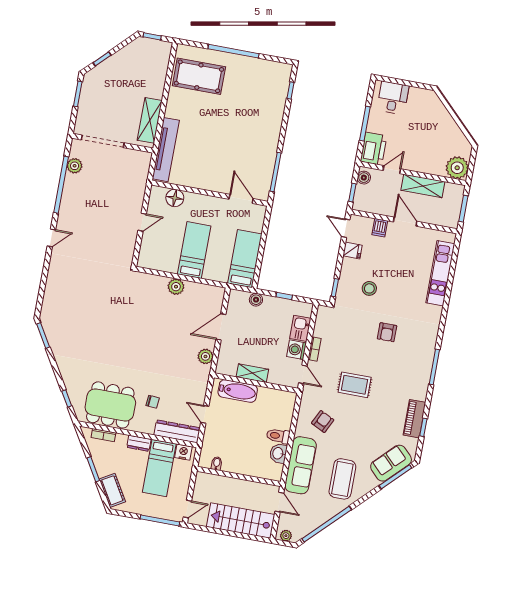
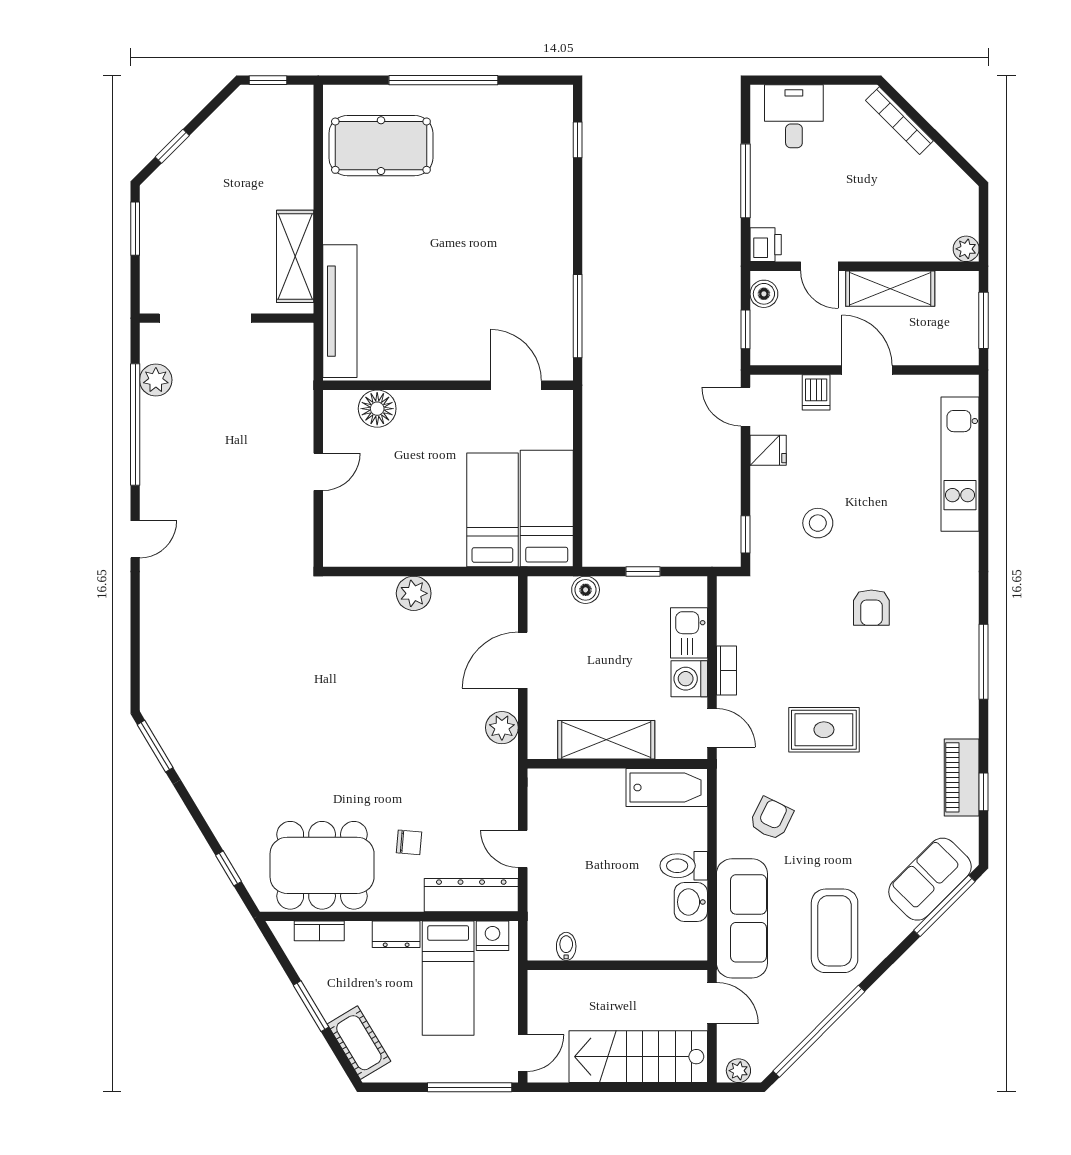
bookcase: (441, 109) -> (899, 121), added
printer: (374, 149) -> (766, 245), width x0.53, depth x0.68
plant: (457, 168) -> (966, 249), width x0.53, depth x0.53
door: (392, 170) -> (819, 266), swing flipped
bed: (194, 250) -> (492, 510), moved
shelving: (252, 373) -> (606, 740), width x1.50, depth x1.33
bathtub: (238, 391) -> (667, 788), moved

